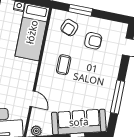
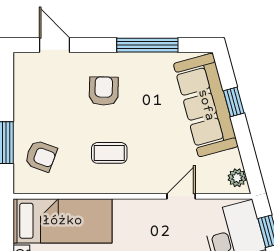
armchair: (93, 41) -> (104, 91), moved

